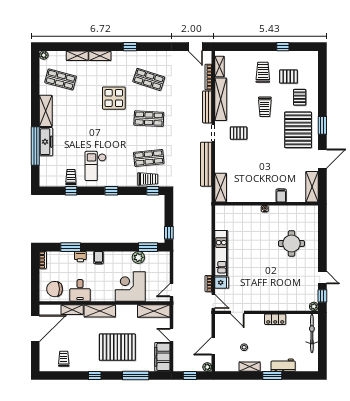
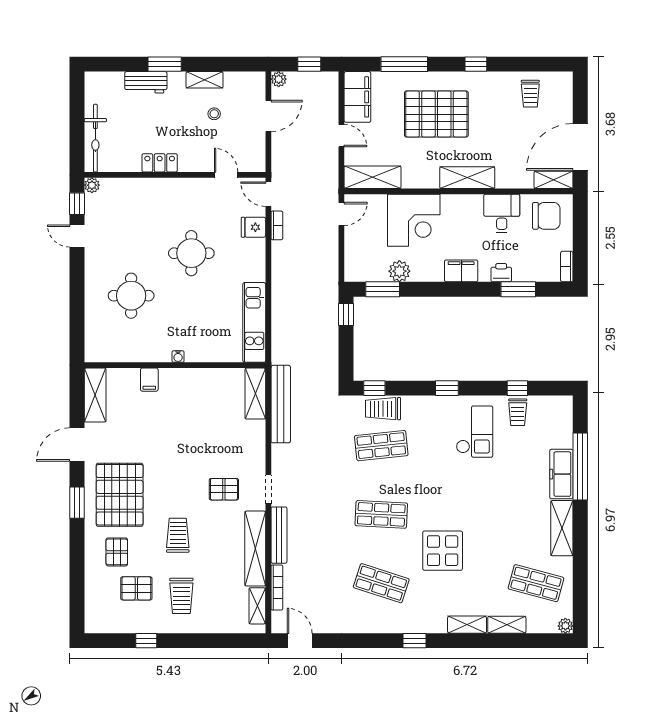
bench: (206, 164) -> (281, 404), moved
kitchen unit: (221, 253) -> (254, 322), moved
filing cabinet: (99, 258) -> (461, 271), width x2.00
round table: (257, 268) -> (191, 253), added
shelving: (72, 310) -> (554, 180), moved

